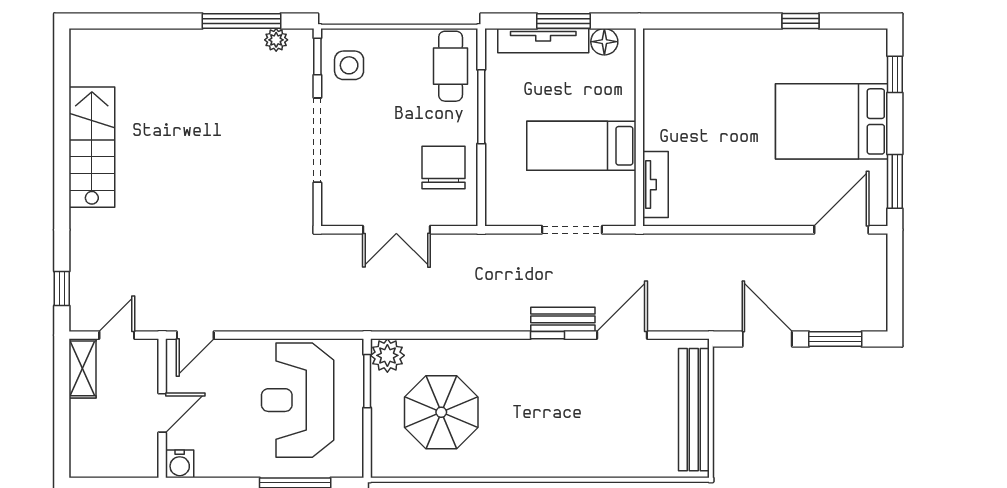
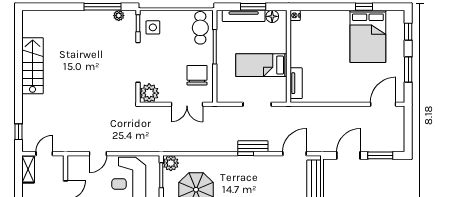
nightstand: (653, 40) -> (295, 15), added
bed: (832, 121) -> (368, 36), moved, turned -90
window: (895, 181) -> (408, 69), moved
plant: (341, 206) -> (149, 93), added
double door: (396, 230) -> (187, 104), moved
door: (195, 335) -> (98, 154), moved
door: (622, 335) -> (294, 154), moved
door: (767, 339) -> (348, 155), hinge flipped

